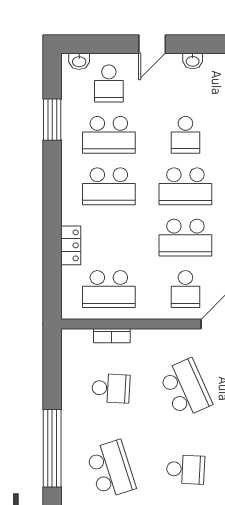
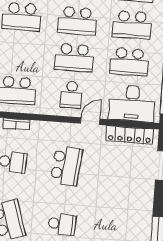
school desk: (185, 388) -> (66, 166), turned 30

